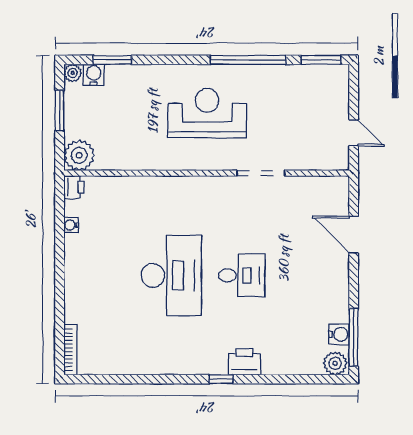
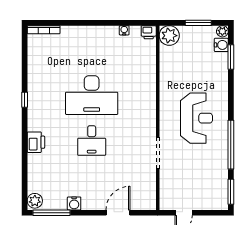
water cooler: (339, 334) -> (74, 203), moved
window: (221, 379) -> (25, 100), moved

